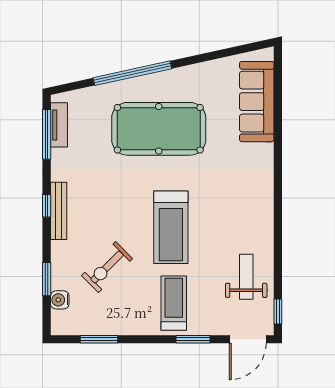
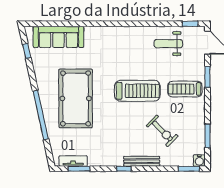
window: (234, 51) -> (27, 51), added
window: (47, 134) -> (79, 169), width x0.69
bench: (59, 211) -> (142, 161), moved
window: (47, 279) -> (189, 169), moved
water cooler: (60, 300) -> (199, 161), moved

